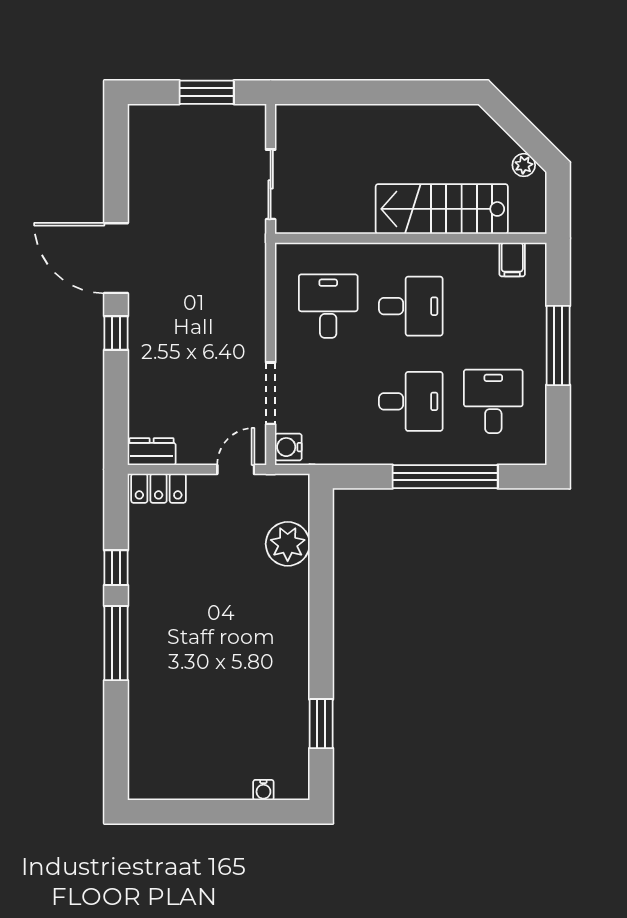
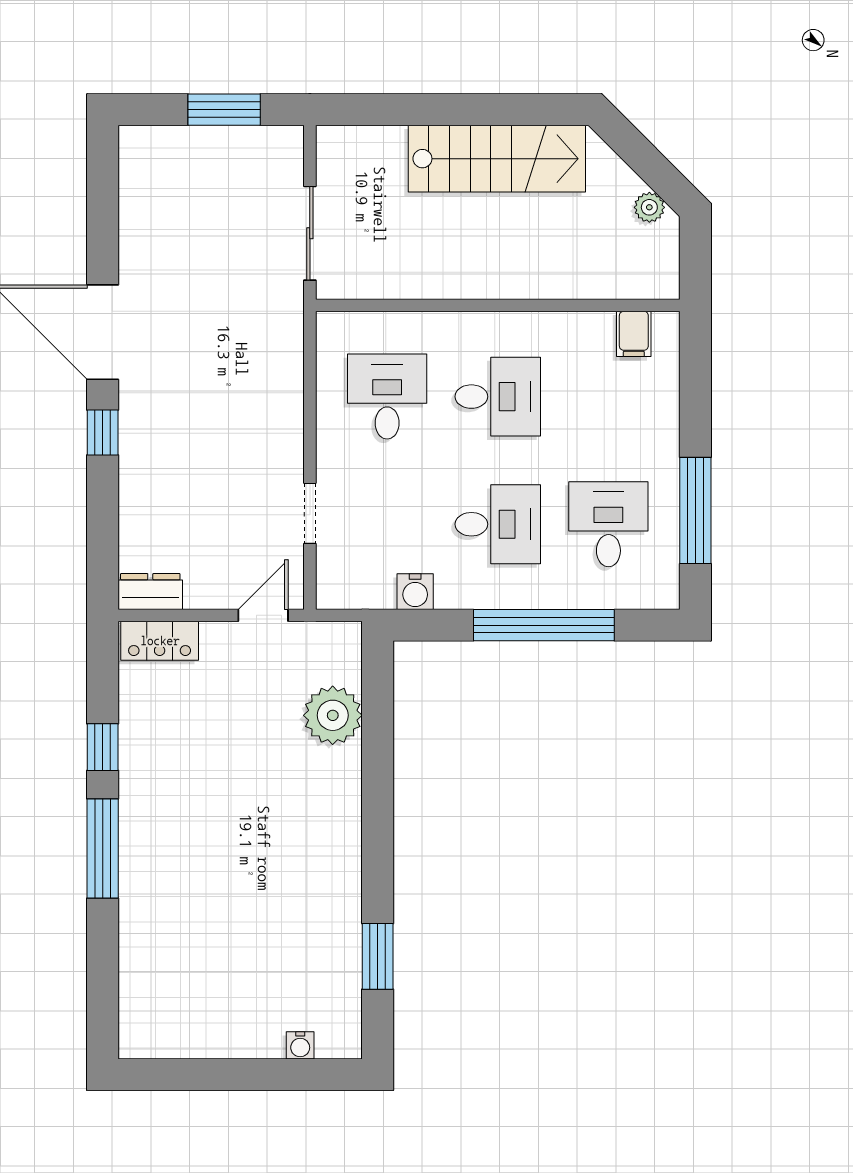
stairs: (442, 209) -> (497, 159), moved, turned 180
window: (558, 345) -> (695, 510), moved
doorway: (271, 393) -> (310, 513), width x0.73
water cooler: (288, 447) -> (415, 592), moved, turned -90

